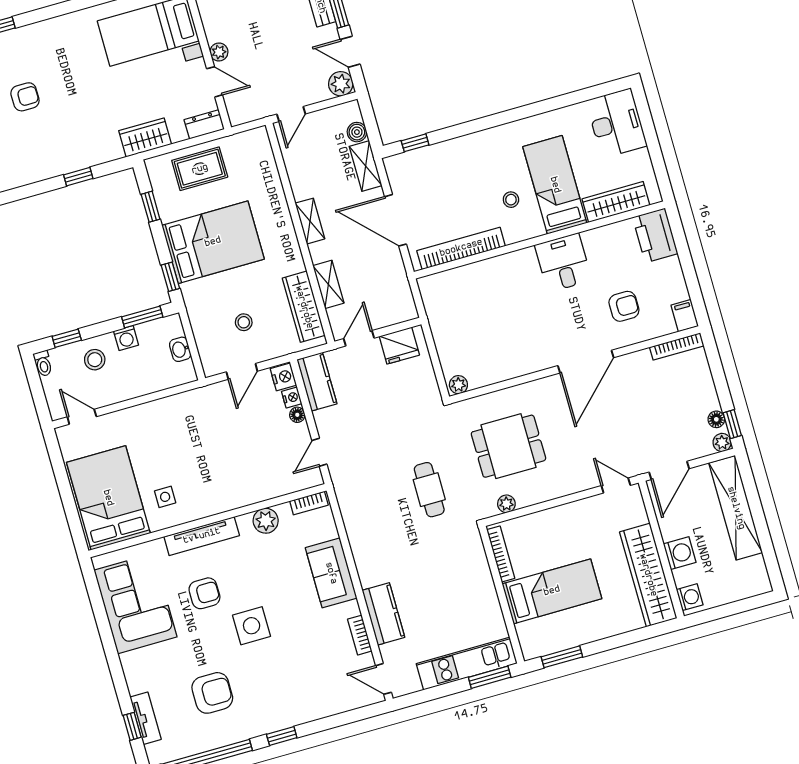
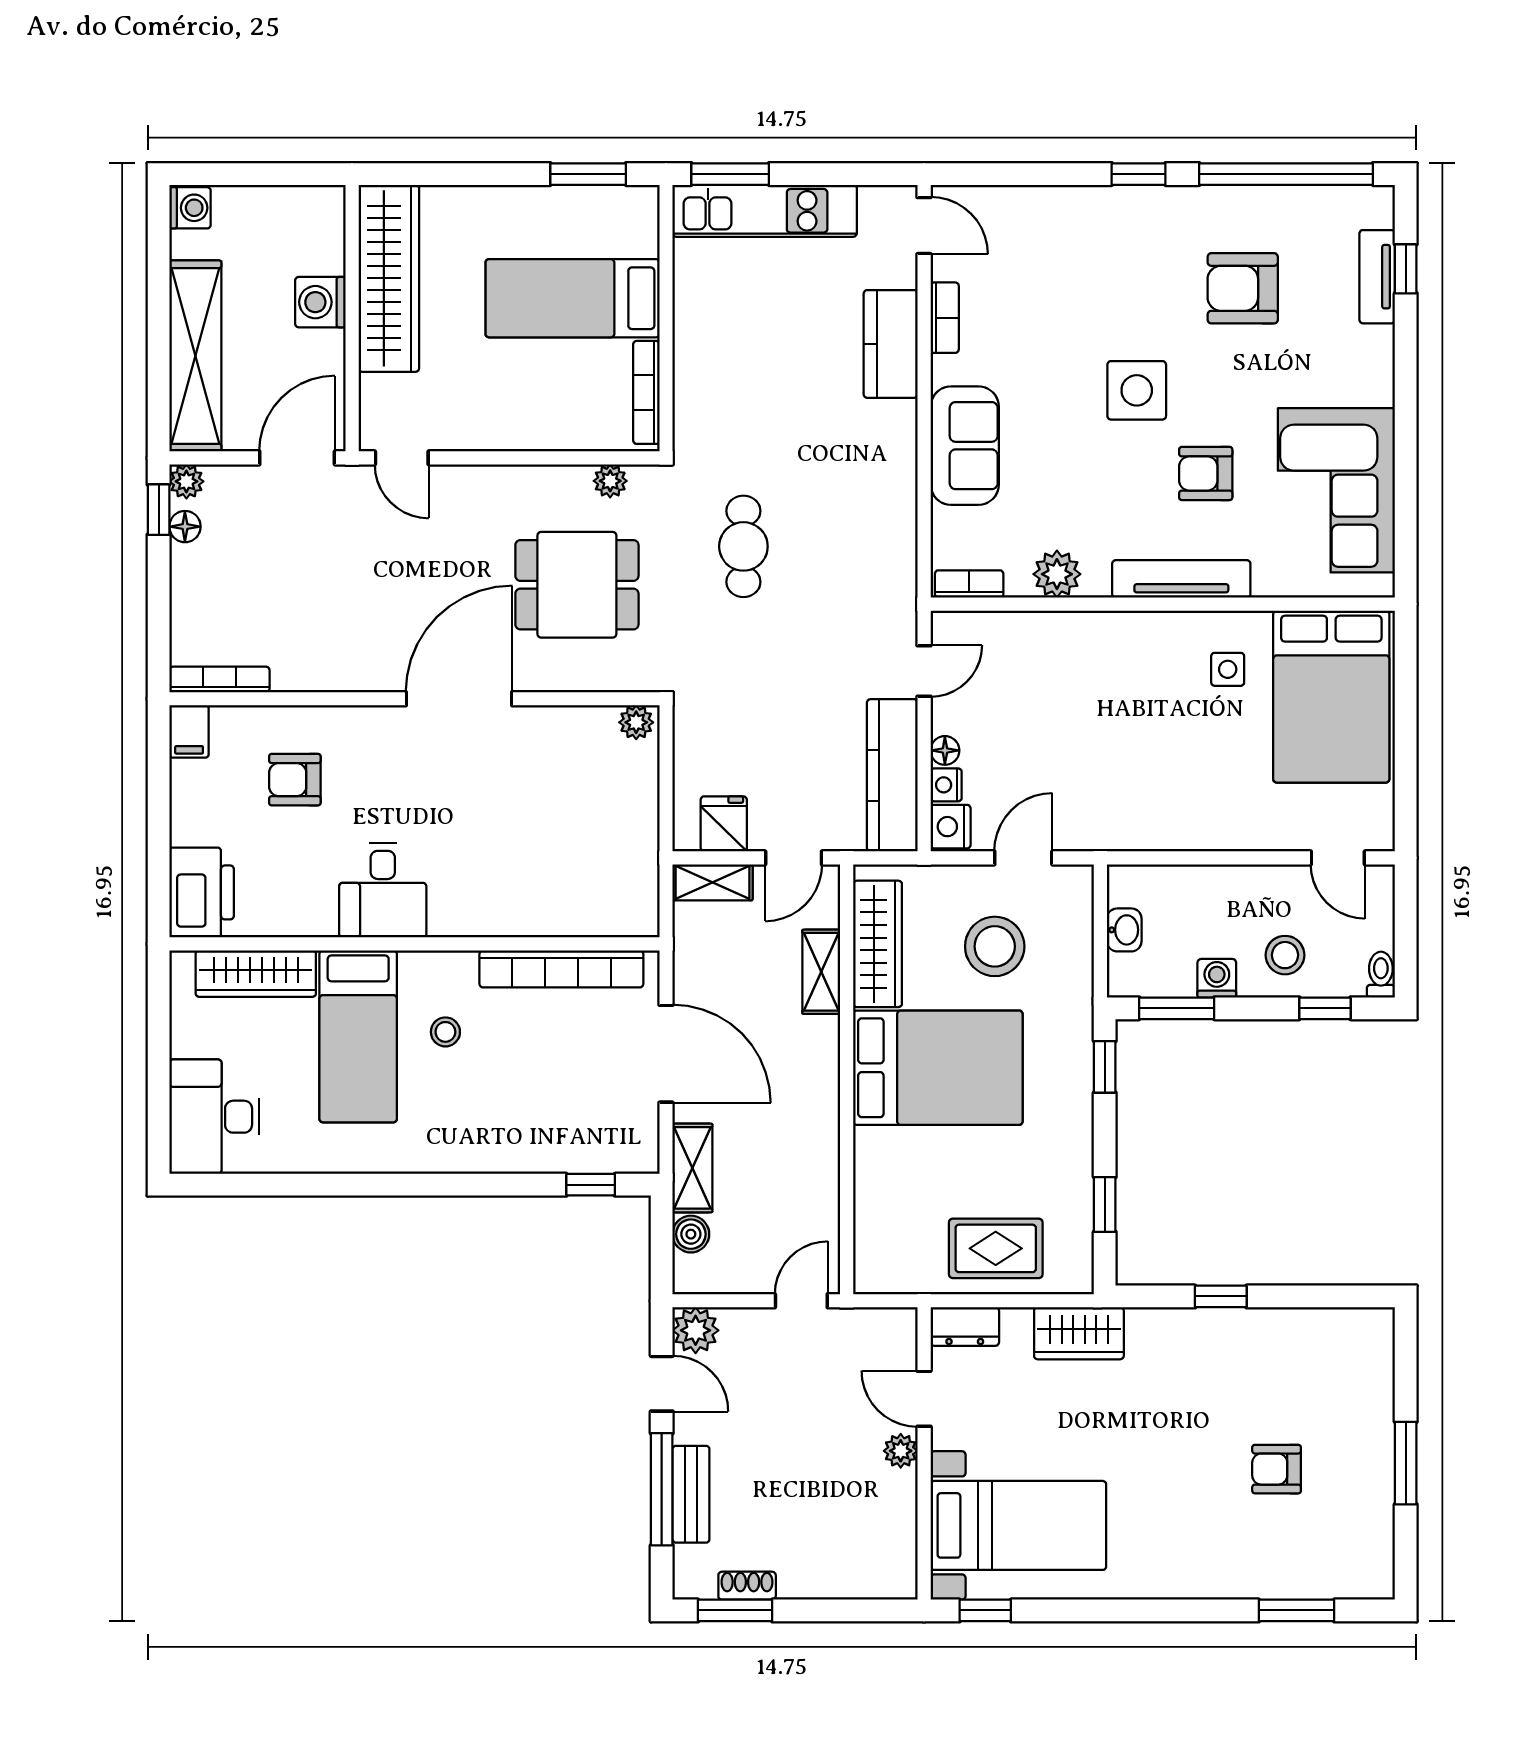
shelving: (310, 221) -> (713, 882), moved, turned 90
bed: (213, 242) -> (938, 1068), moved, turned 180
stool: (244, 322) -> (995, 946), width x1.89, depth x1.89
fridge: (399, 346) -> (724, 824), width x0.72
door: (586, 362) -> (459, 699), moved
kitchen counter: (317, 382) -> (892, 775), width x1.50
washing machine: (690, 597) -> (190, 208), moved, turned 180

